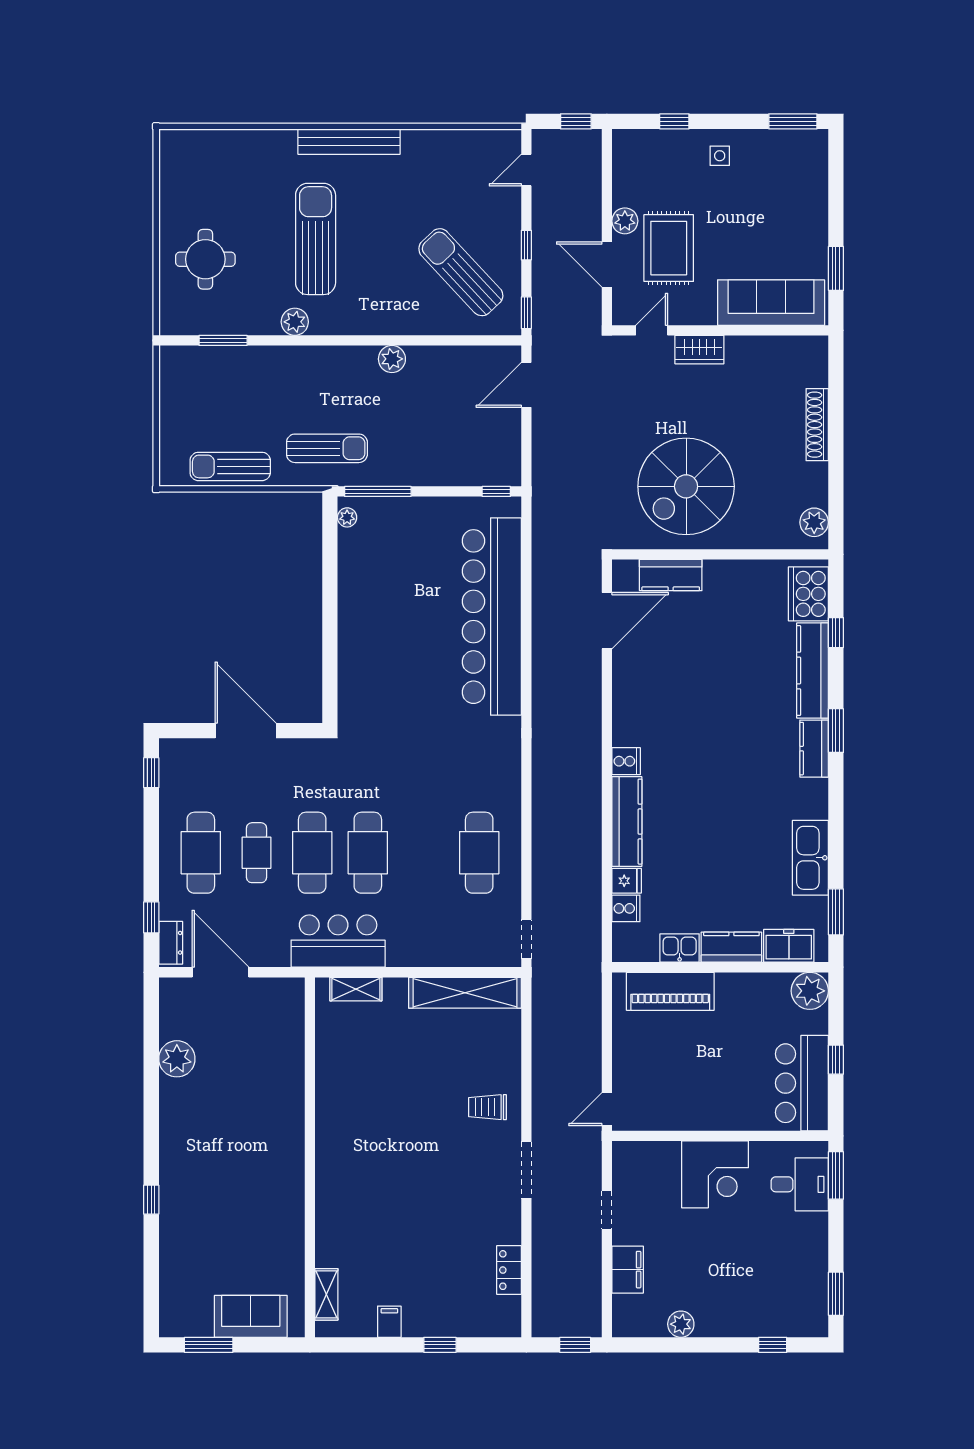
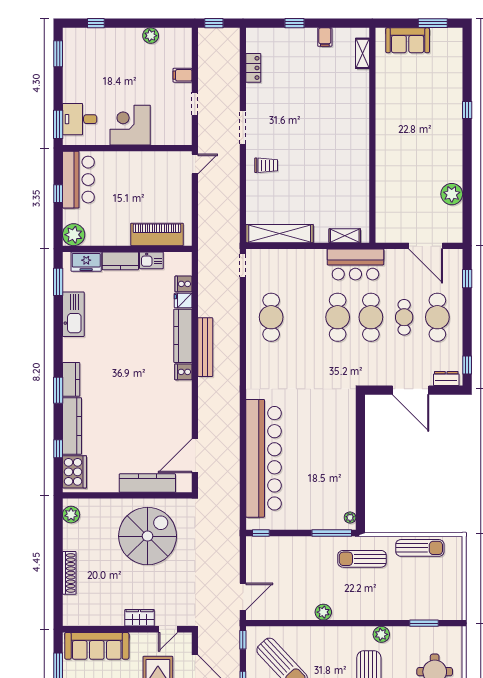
kitchen counter: (671, 575) -> (147, 483), width x1.50
bench: (590, 803) -> (205, 347), added
dresser: (171, 943) -> (446, 378), moved, turned 90
filing cabinet: (628, 1270) -> (182, 75), width x0.50

